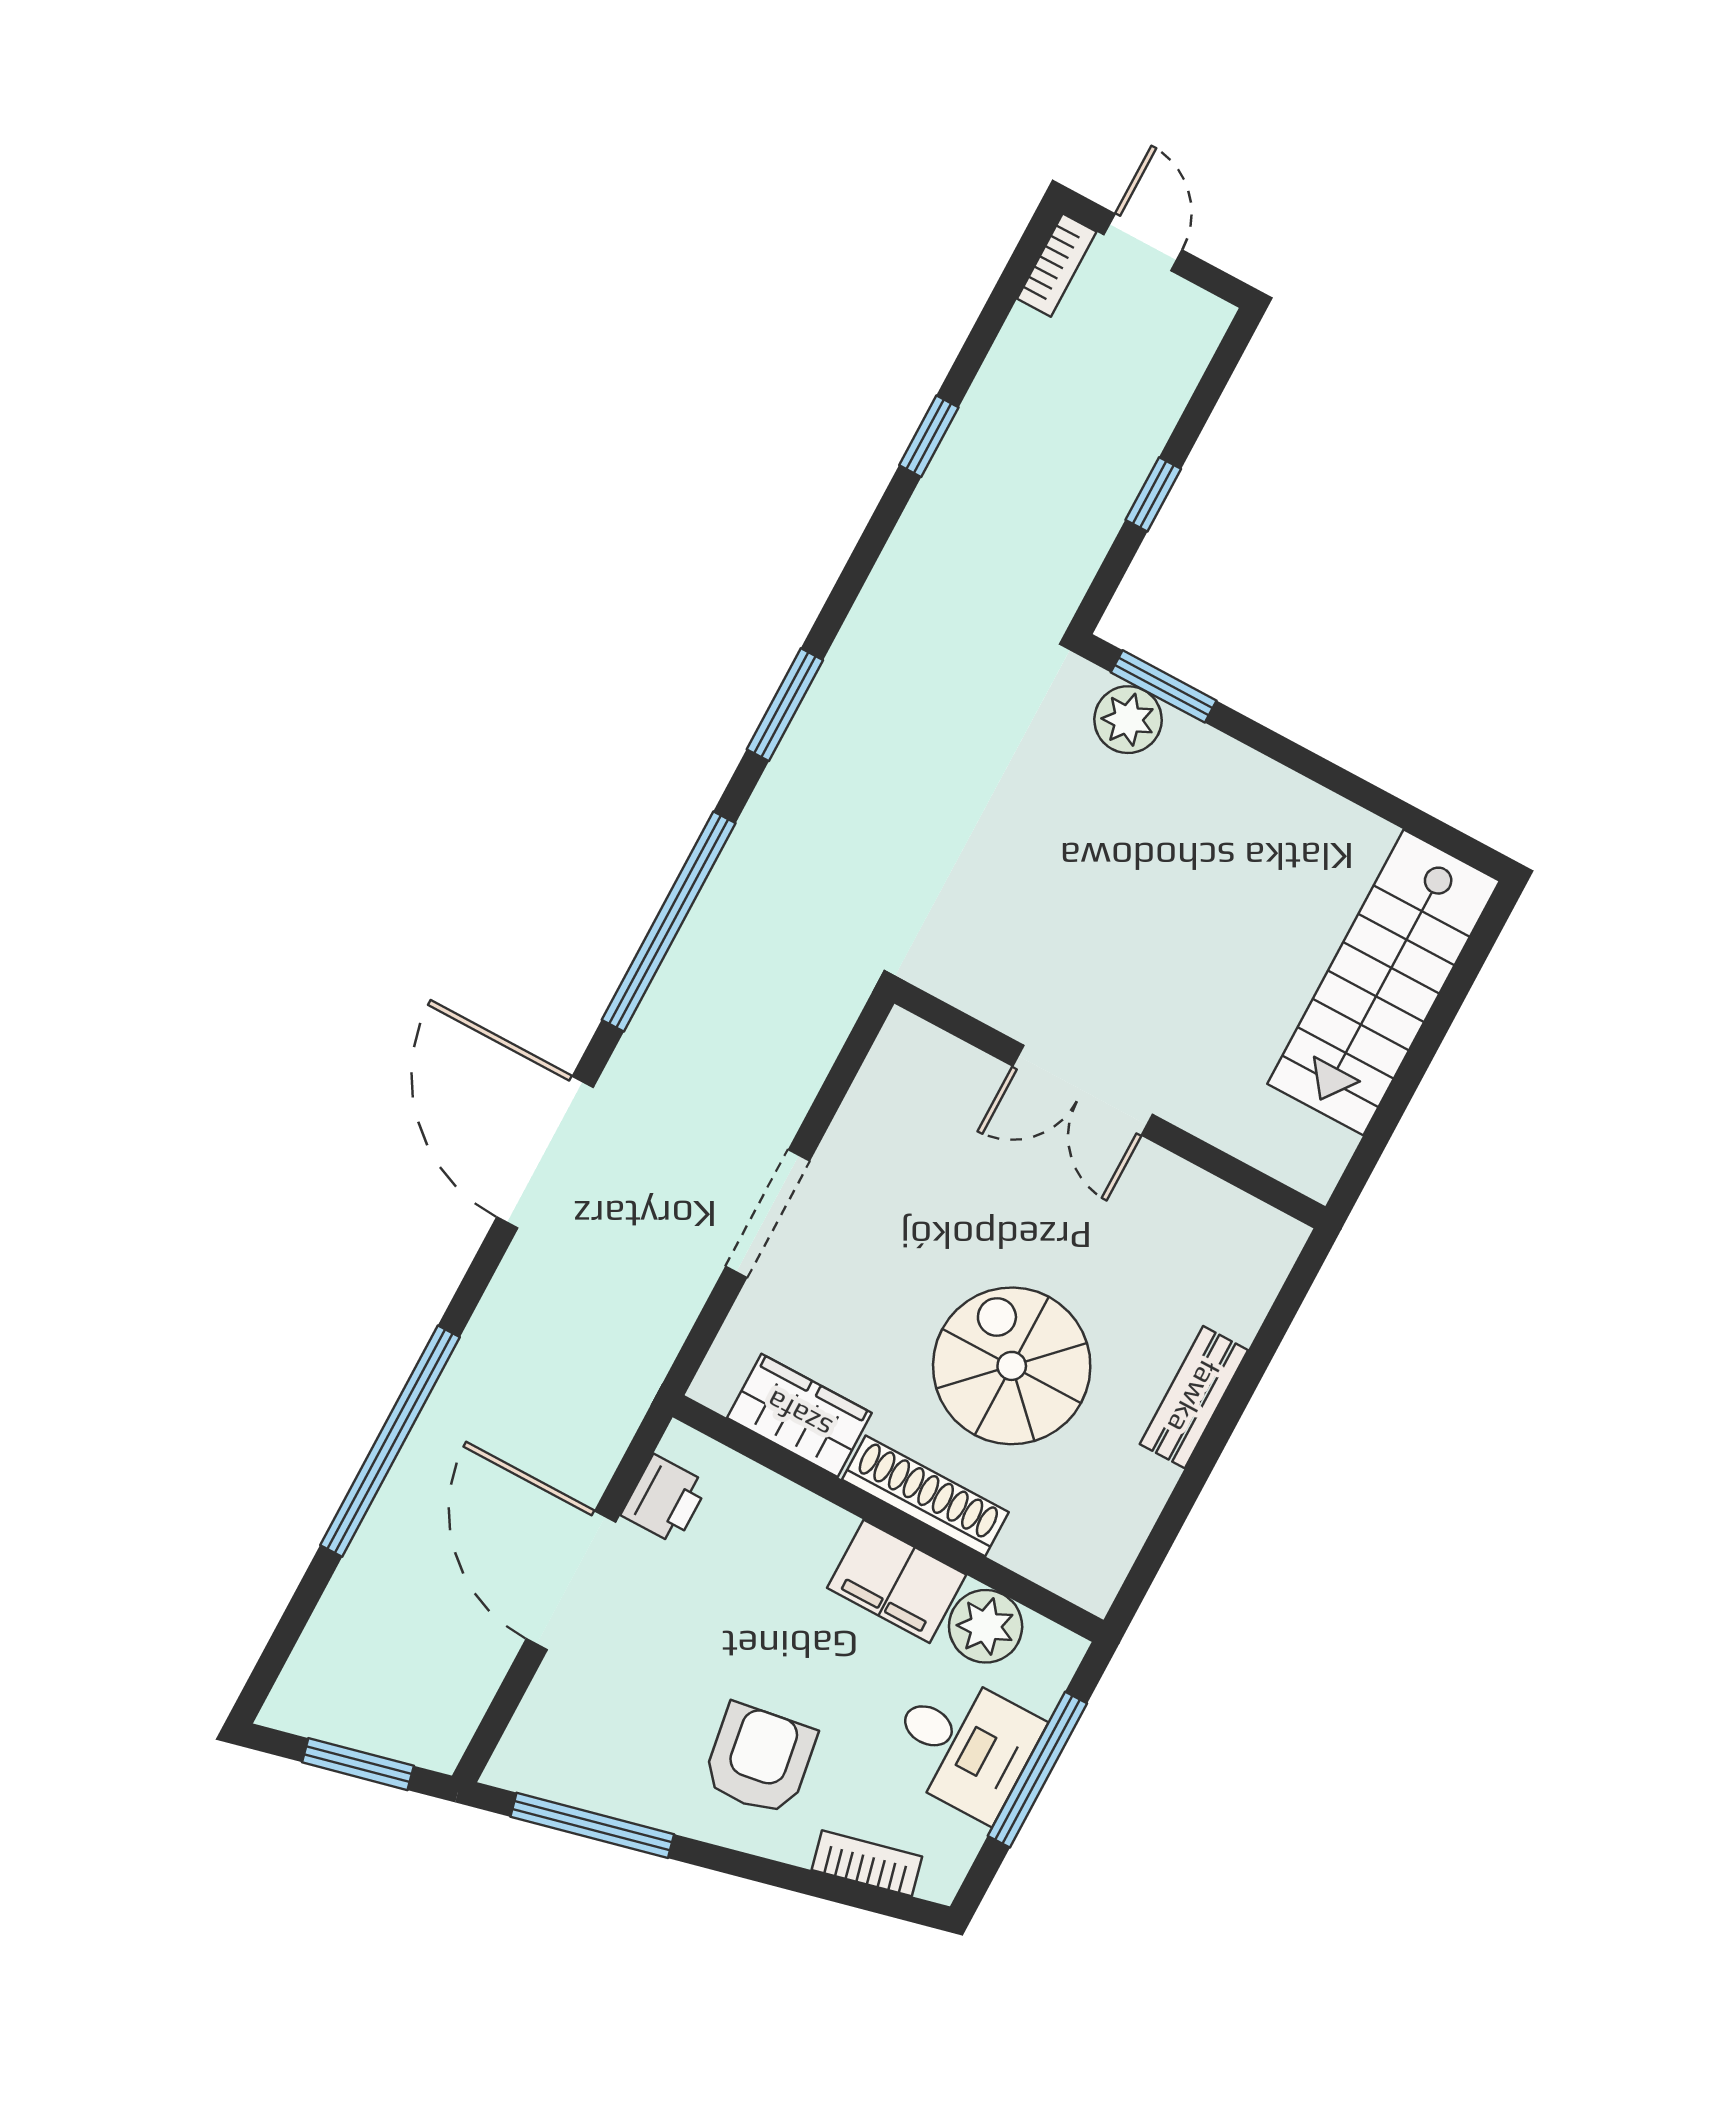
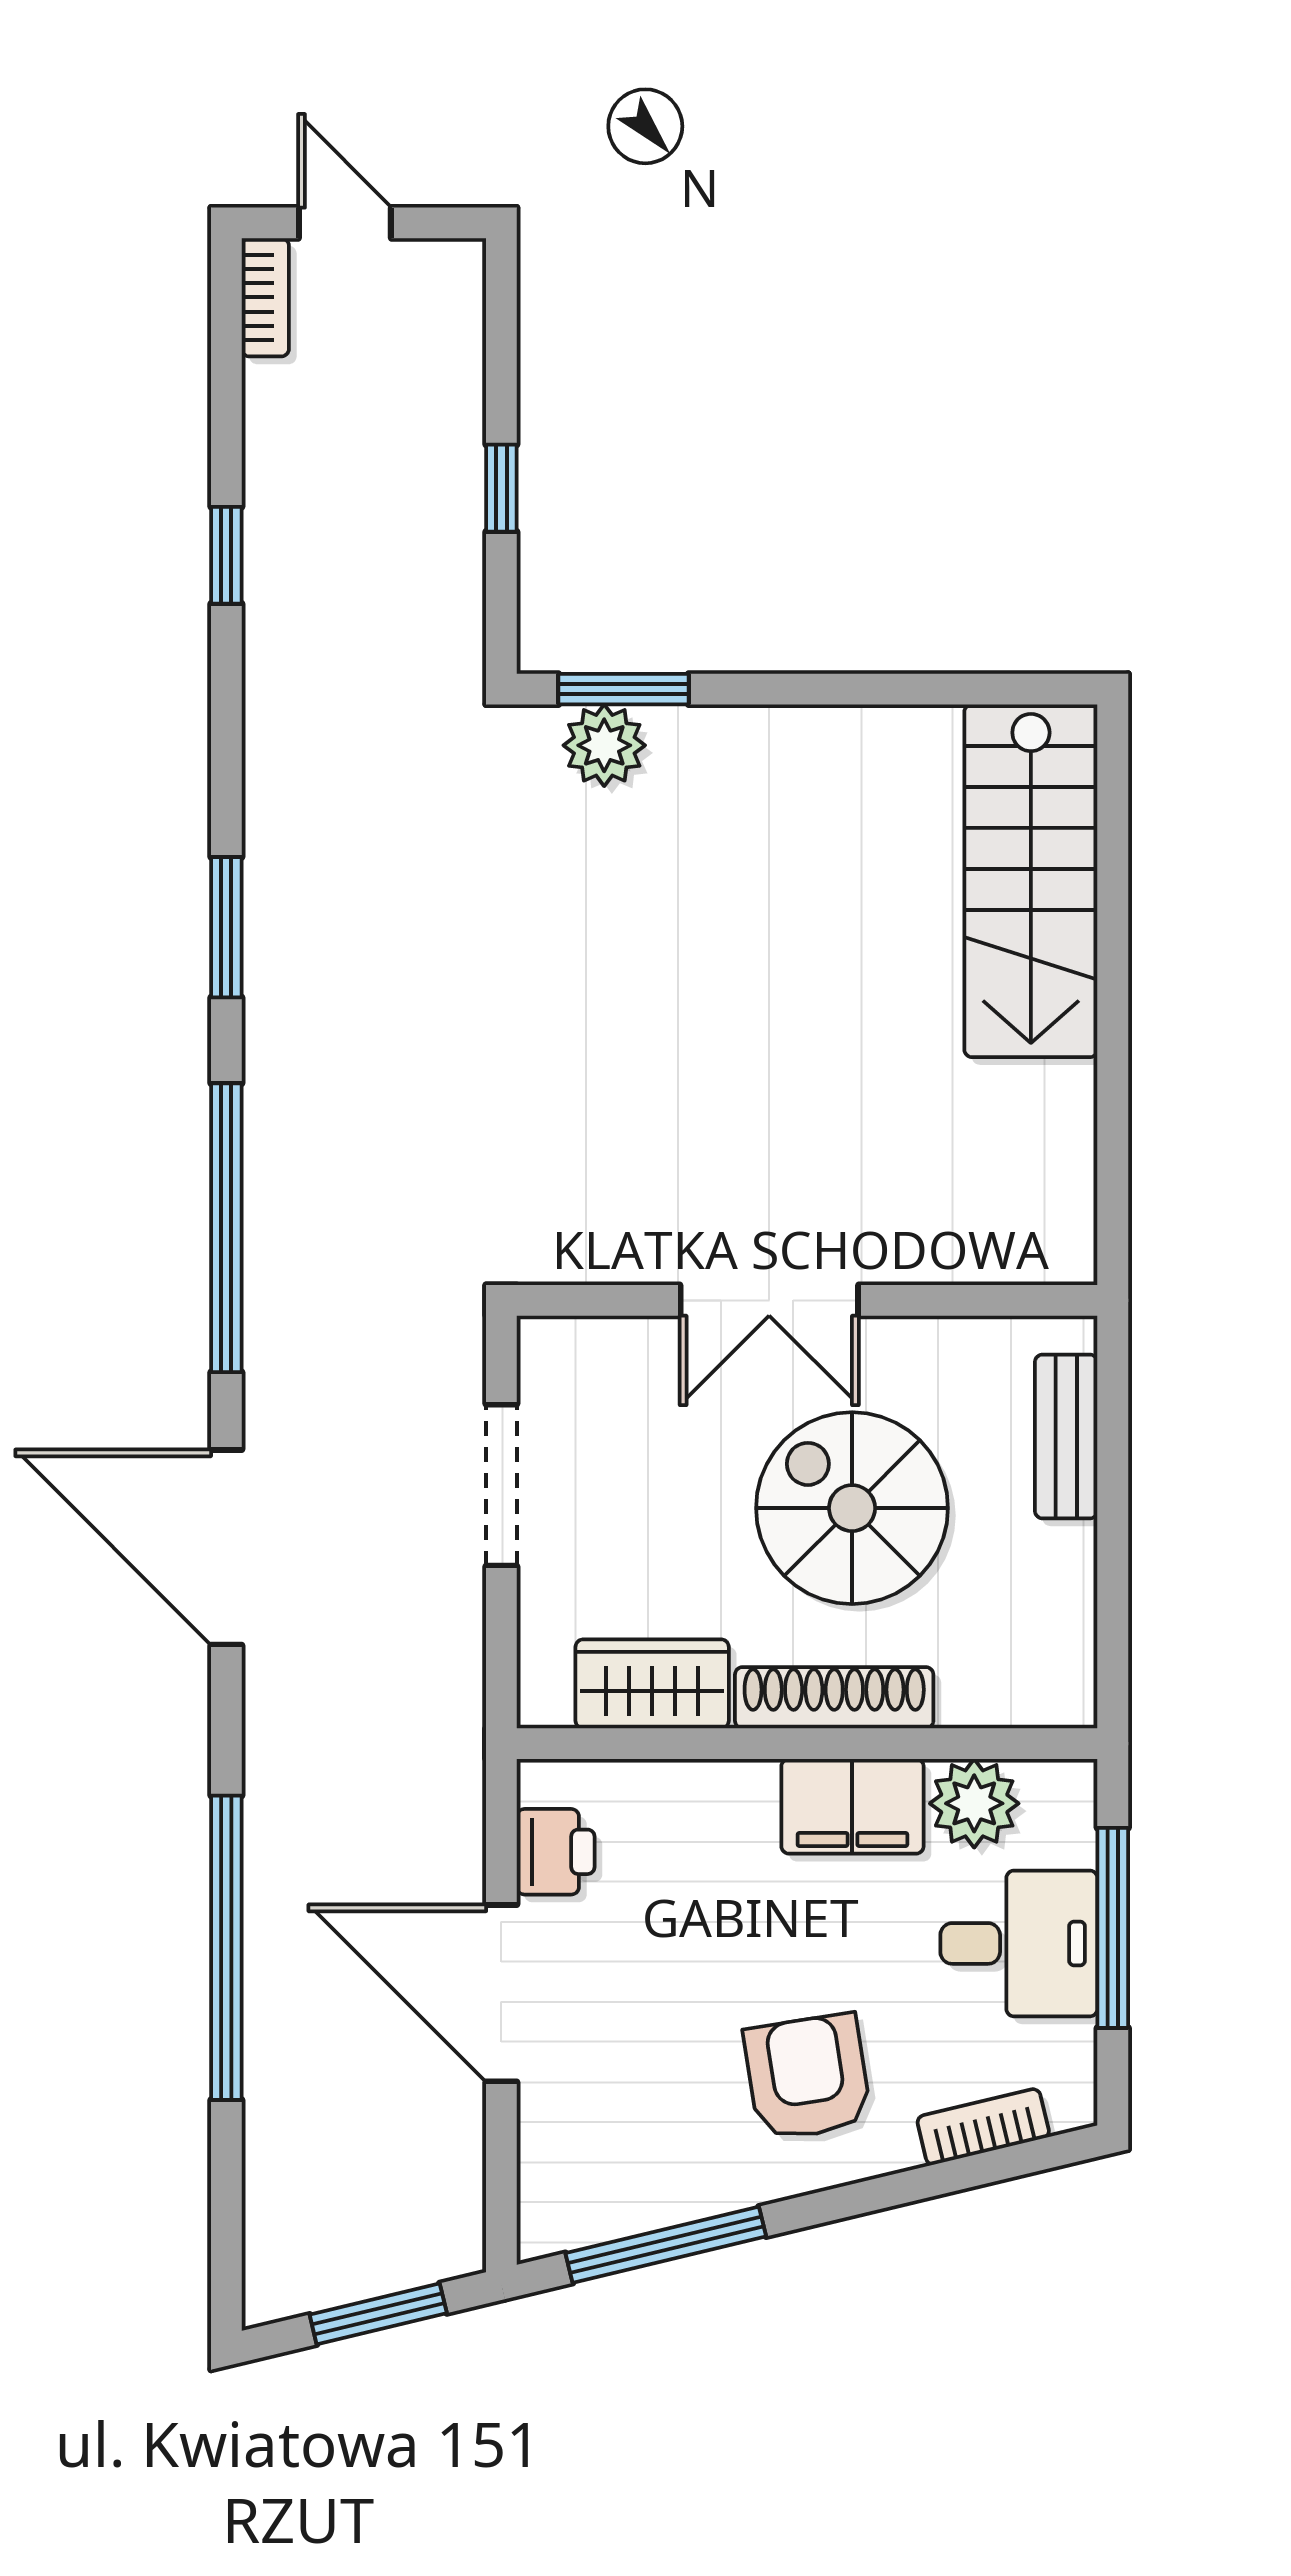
double door: (1083, 1090) -> (769, 1300), moved
wall: (1110, 1105) -> (807, 1300), moved

